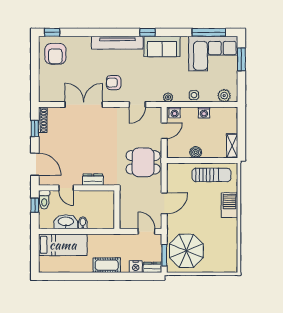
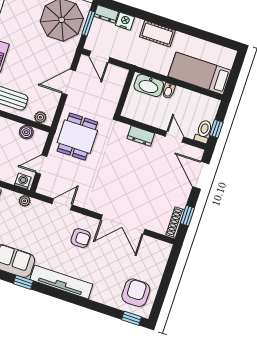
boiler: (196, 152) -> (26, 132), moved
dining table: (143, 162) -> (77, 137), turned 90
plant: (178, 168) -> (40, 117), added
washbasin: (66, 222) -> (149, 85), moved

